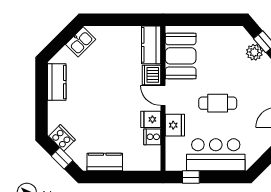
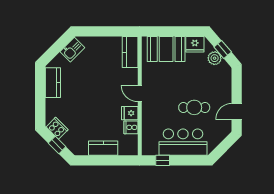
booth: (181, 56) -> (166, 49), moved, turned 90
dishwasher: (151, 75) -> (130, 77), removed
cafe table: (218, 103) -> (194, 107), moved
fridge: (175, 125) -> (195, 44), moved, turned 90
kitchen counter: (105, 162) -> (103, 148), moved

